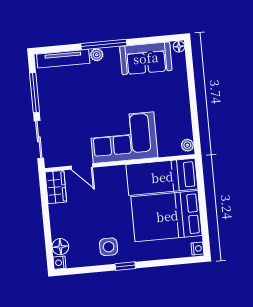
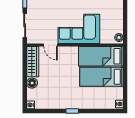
wardrobe: (56, 187) -> (33, 62), width x1.50
bed: (167, 216) -> (102, 77), width x0.67
floor lamp: (60, 247) -> (32, 83), moved
side table: (109, 247) -> (63, 98), removed

